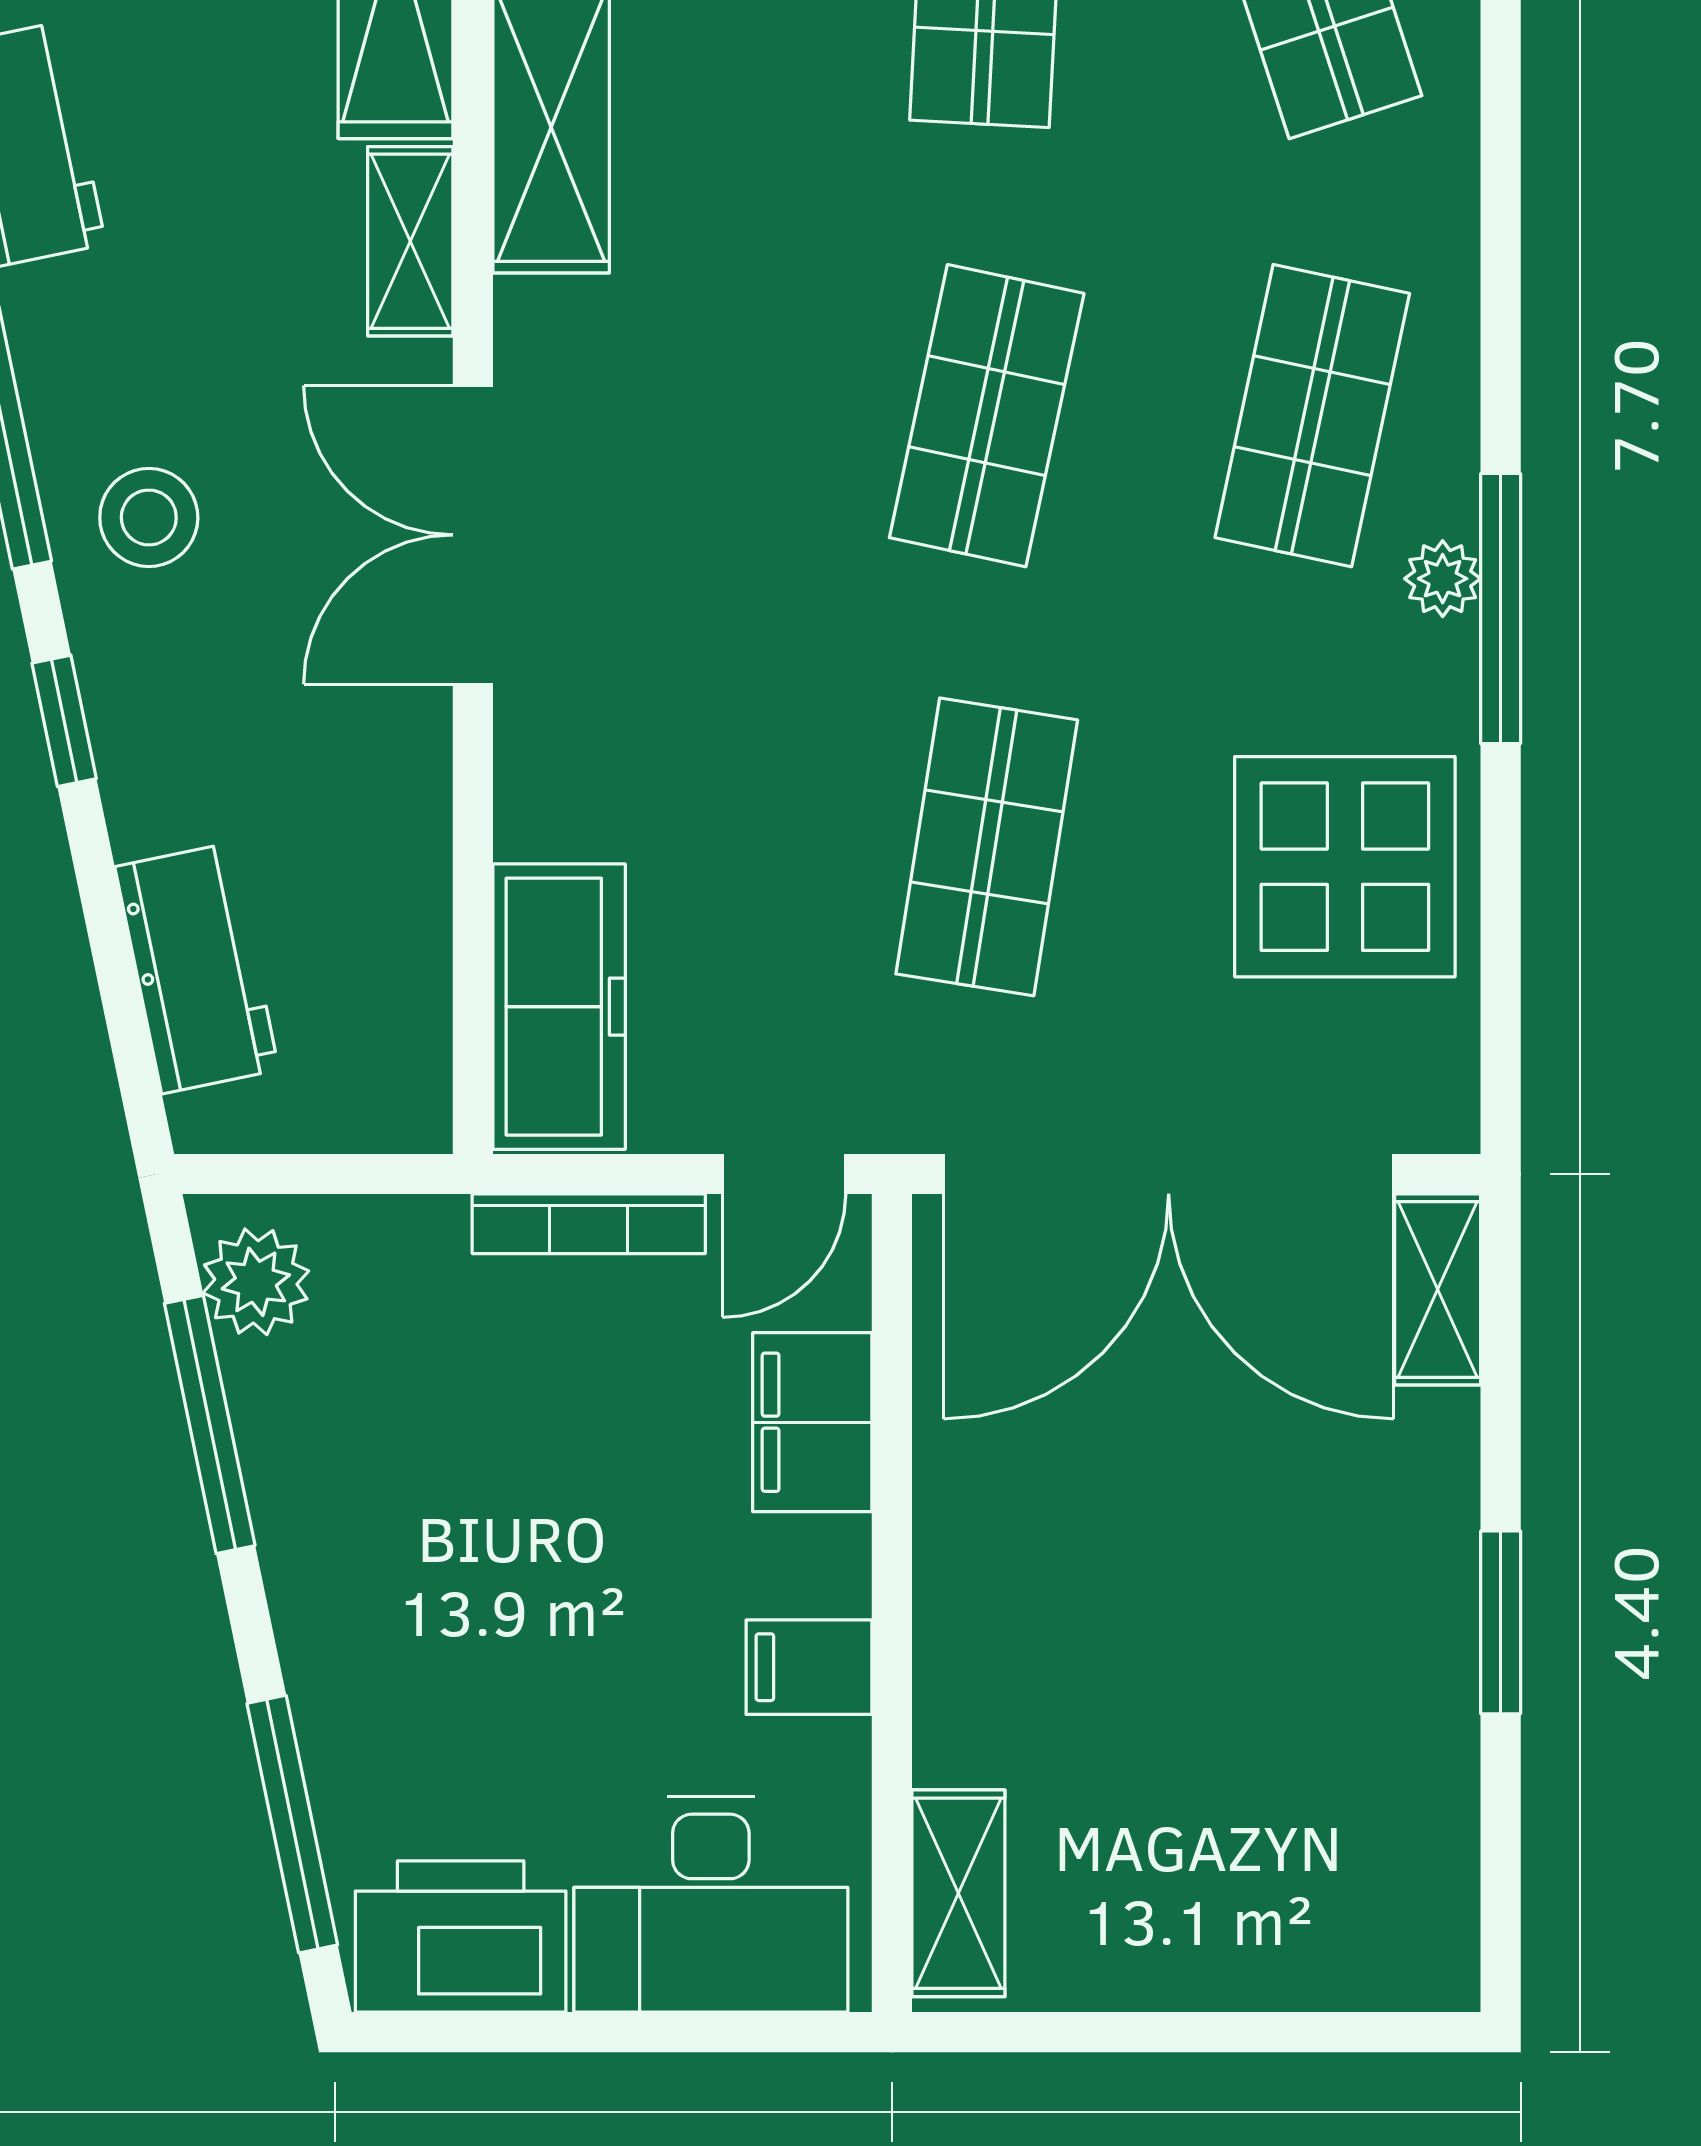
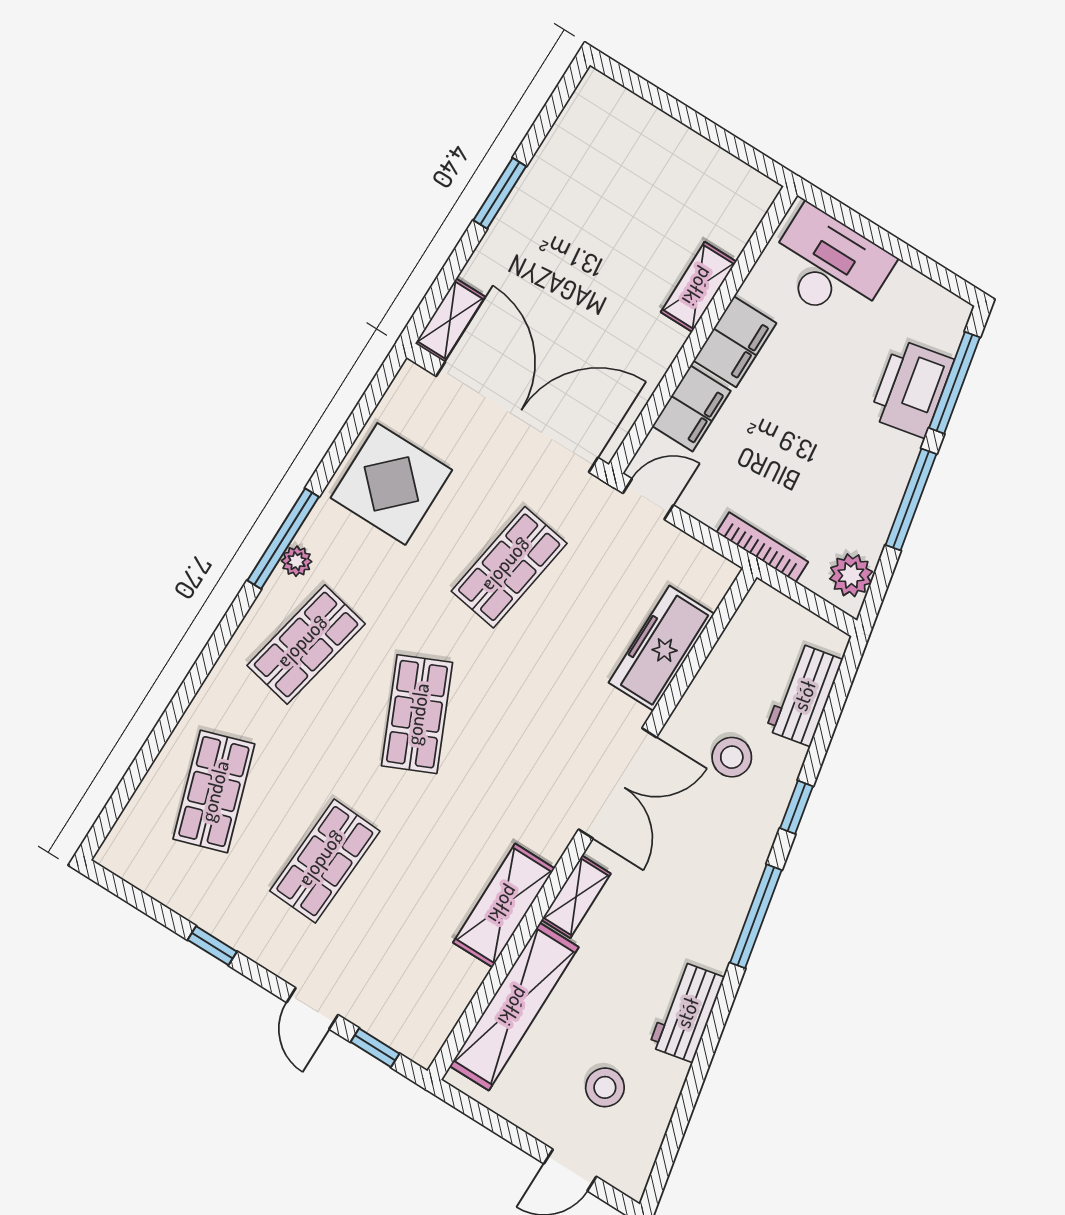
shop shelf: (987, 416) -> (417, 714), turned -36
stool: (149, 517) -> (732, 757), moved
freezer: (559, 1007) -> (661, 648), moved
bookcase: (589, 1224) -> (762, 547), moved
window: (210, 1424) -> (911, 500), moved
filing cabinet: (809, 1667) -> (735, 342), width x2.00
shelving: (958, 1893) -> (698, 287), moved
printer: (461, 1936) -> (911, 389), moved, turned 78

